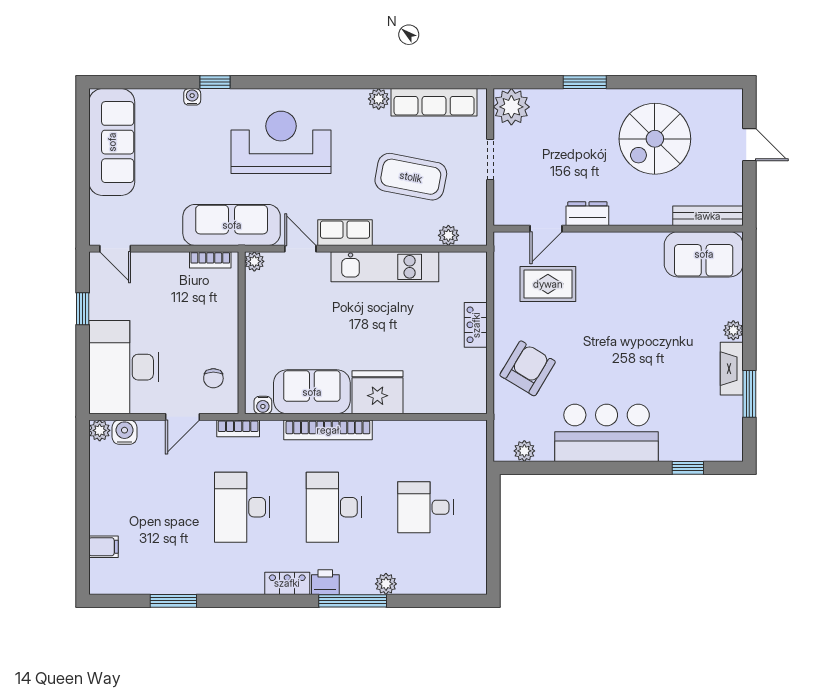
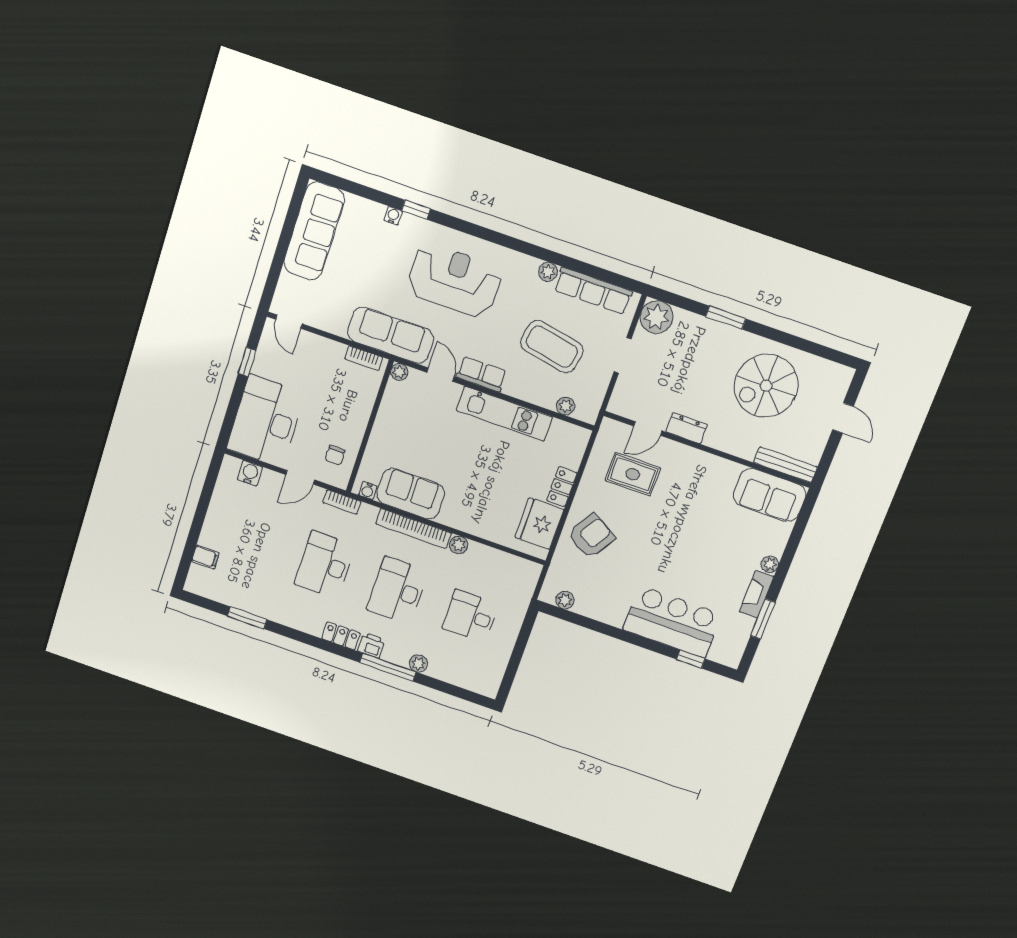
fridge: (377, 392) -> (539, 524), moved, turned -90
plant: (100, 430) -> (459, 545), moved
bar counter: (607, 433) -> (672, 622), moved

